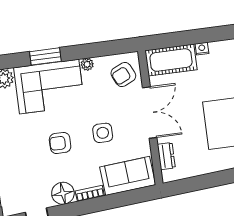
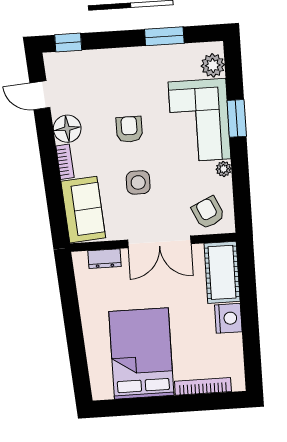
nightstand: (202, 49) -> (228, 318), width x1.89, depth x1.79

